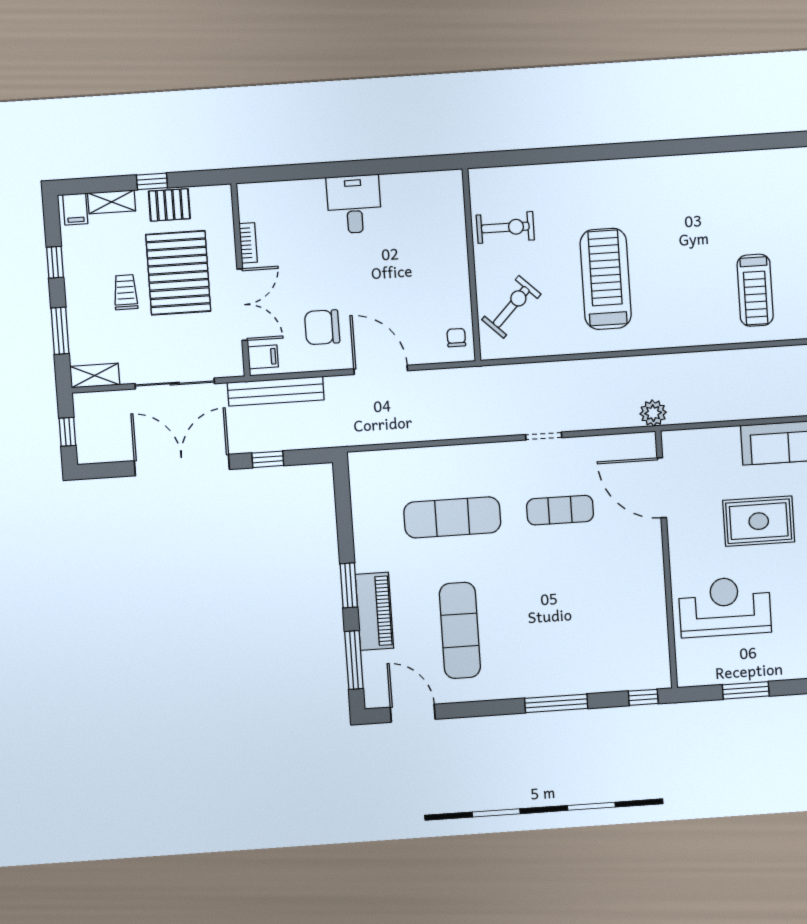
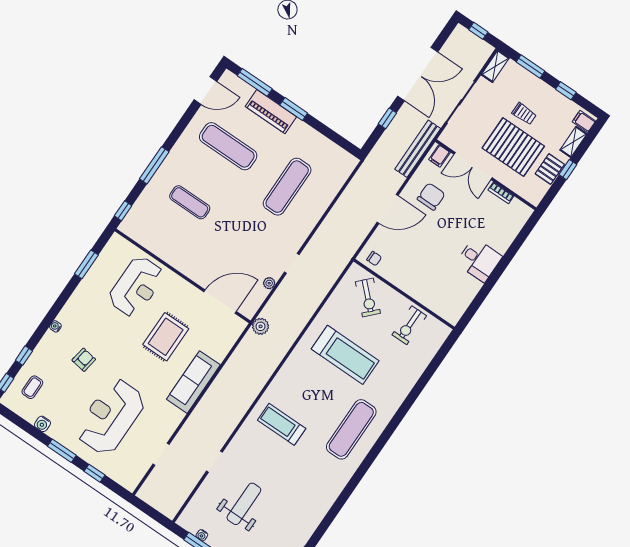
exercise mat: (693, 198) -> (351, 429), added
plant: (591, 445) -> (269, 283), added
exercise mat: (560, 510) -> (190, 202), moved, turned 90

